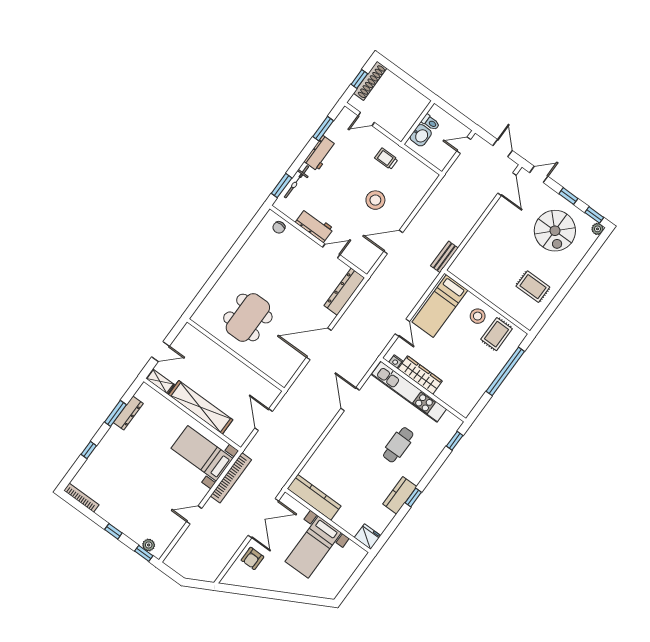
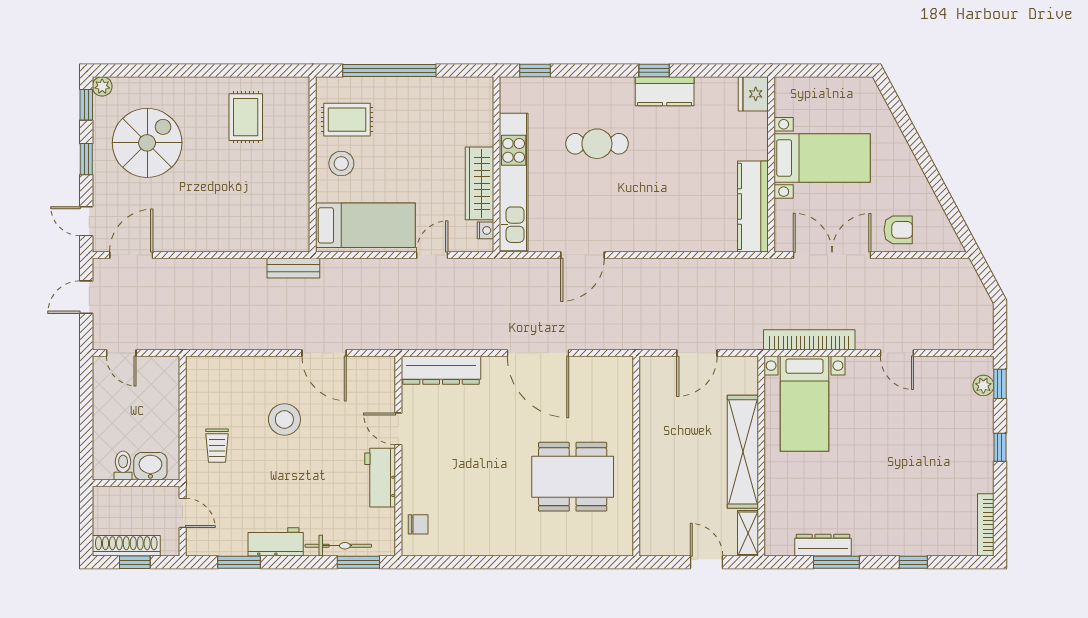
wall: (418, 122) -> (136, 483), moved
toilet: (431, 122) -> (123, 466), moved
washbasin: (421, 135) -> (150, 466), moved

